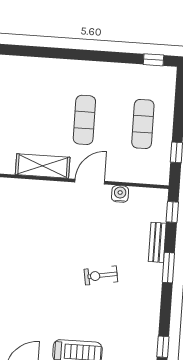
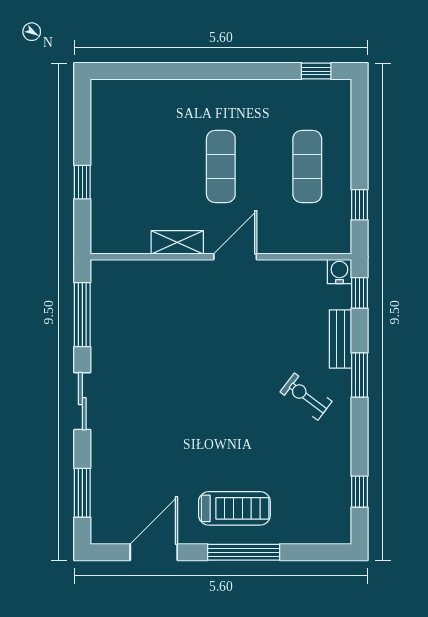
shelving: (43, 166) -> (177, 242), width x0.67, depth x0.75
water cooler: (120, 194) -> (339, 271), moved
exercise bike: (101, 275) -> (306, 397), moved, turned 47

